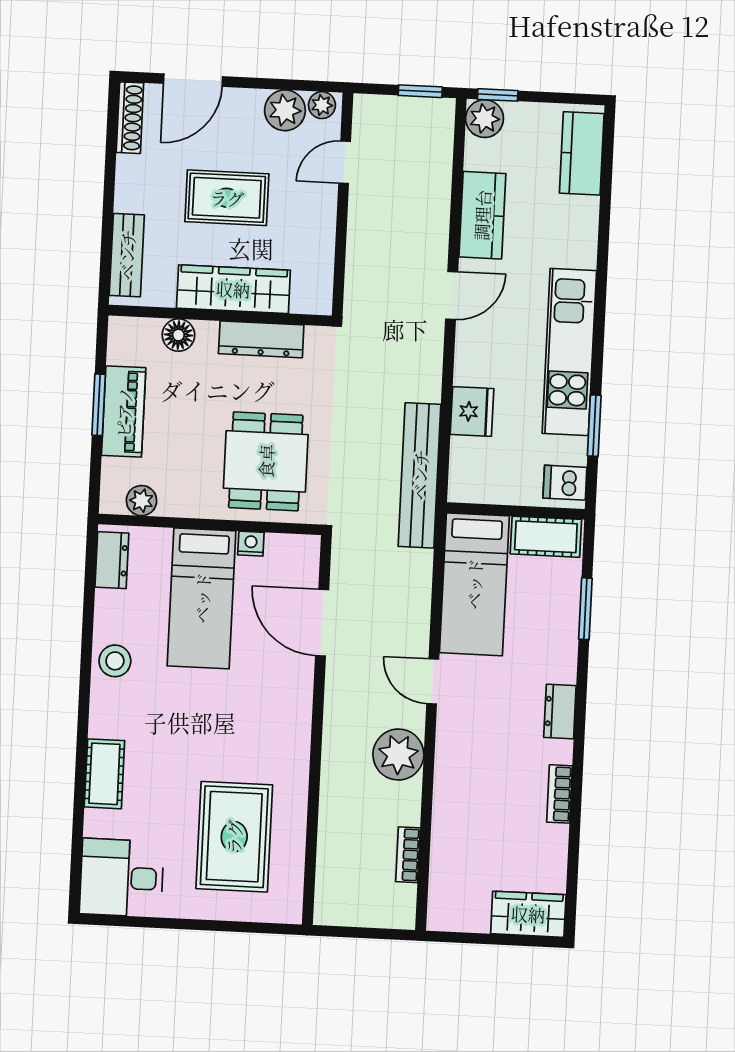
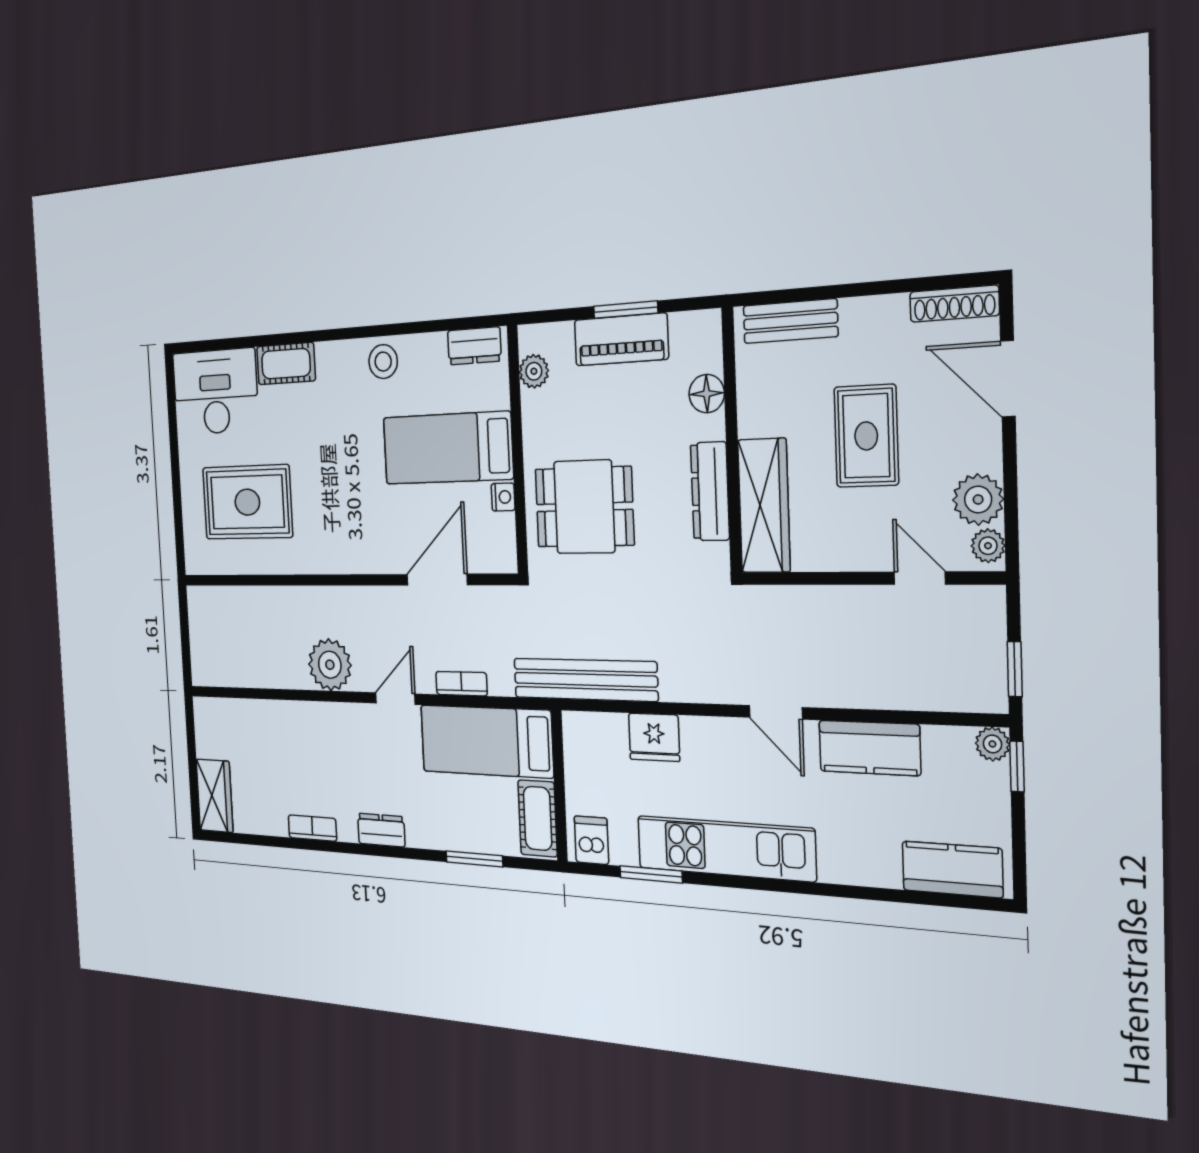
plant: (485, 119) -> (992, 744), width x0.73, depth x0.73
wardrobe: (233, 289) -> (764, 506), moved
bookcase: (408, 855) -> (461, 684), moved
desk: (122, 878) -> (215, 392), width x1.37

